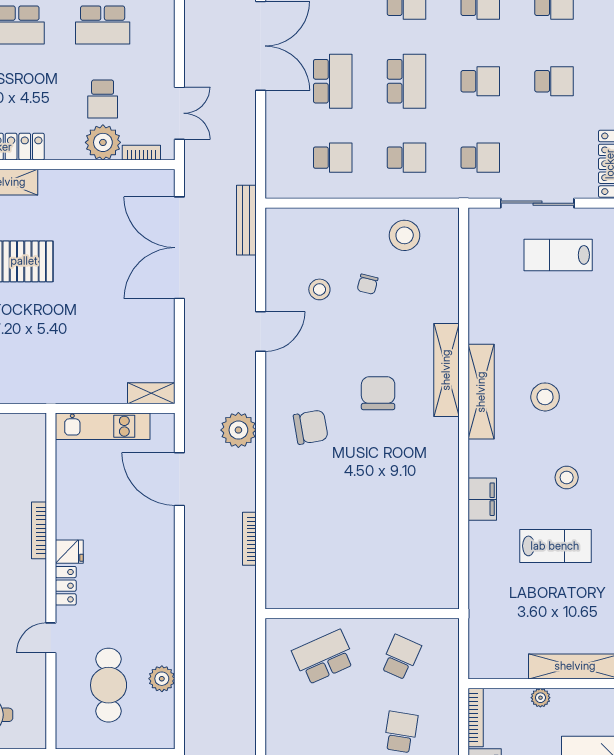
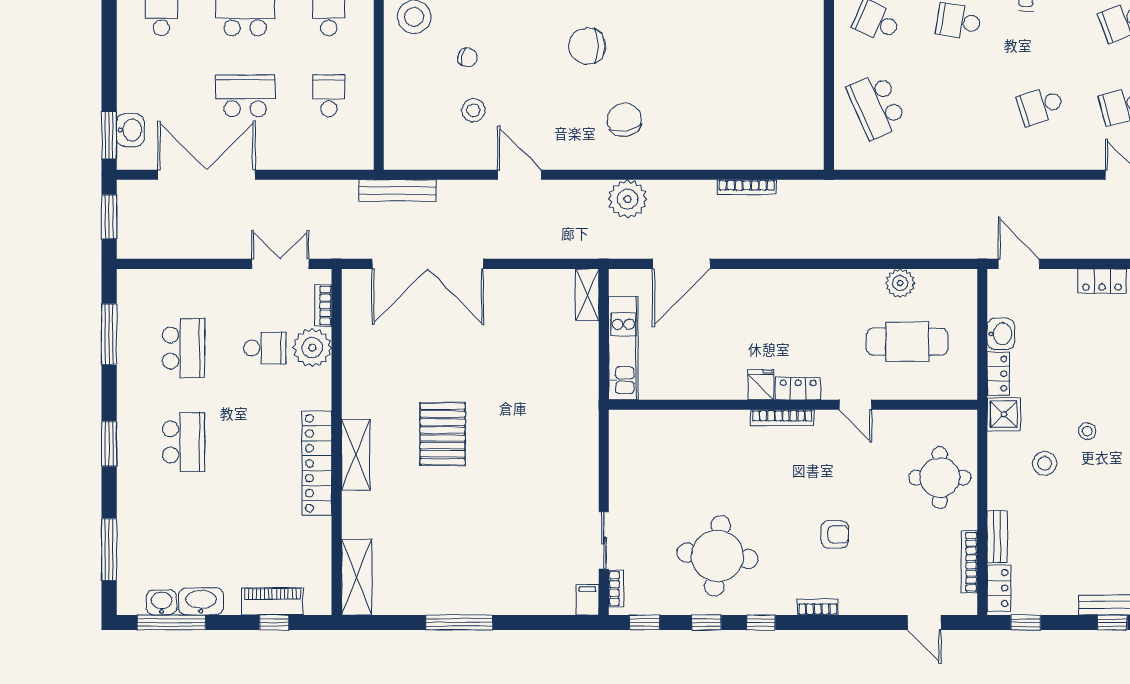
bookcase: (39, 530) -> (782, 418), moved

